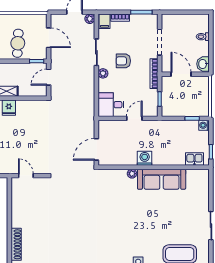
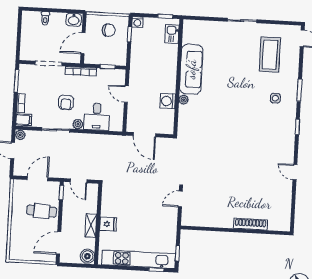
chair: (195, 98) -> (109, 30), added
desk: (111, 105) -> (97, 117), moved
door: (96, 149) -> (144, 135), moved
washing machine: (145, 158) -> (168, 101), moved
door: (26, 176) -> (180, 199), moved

